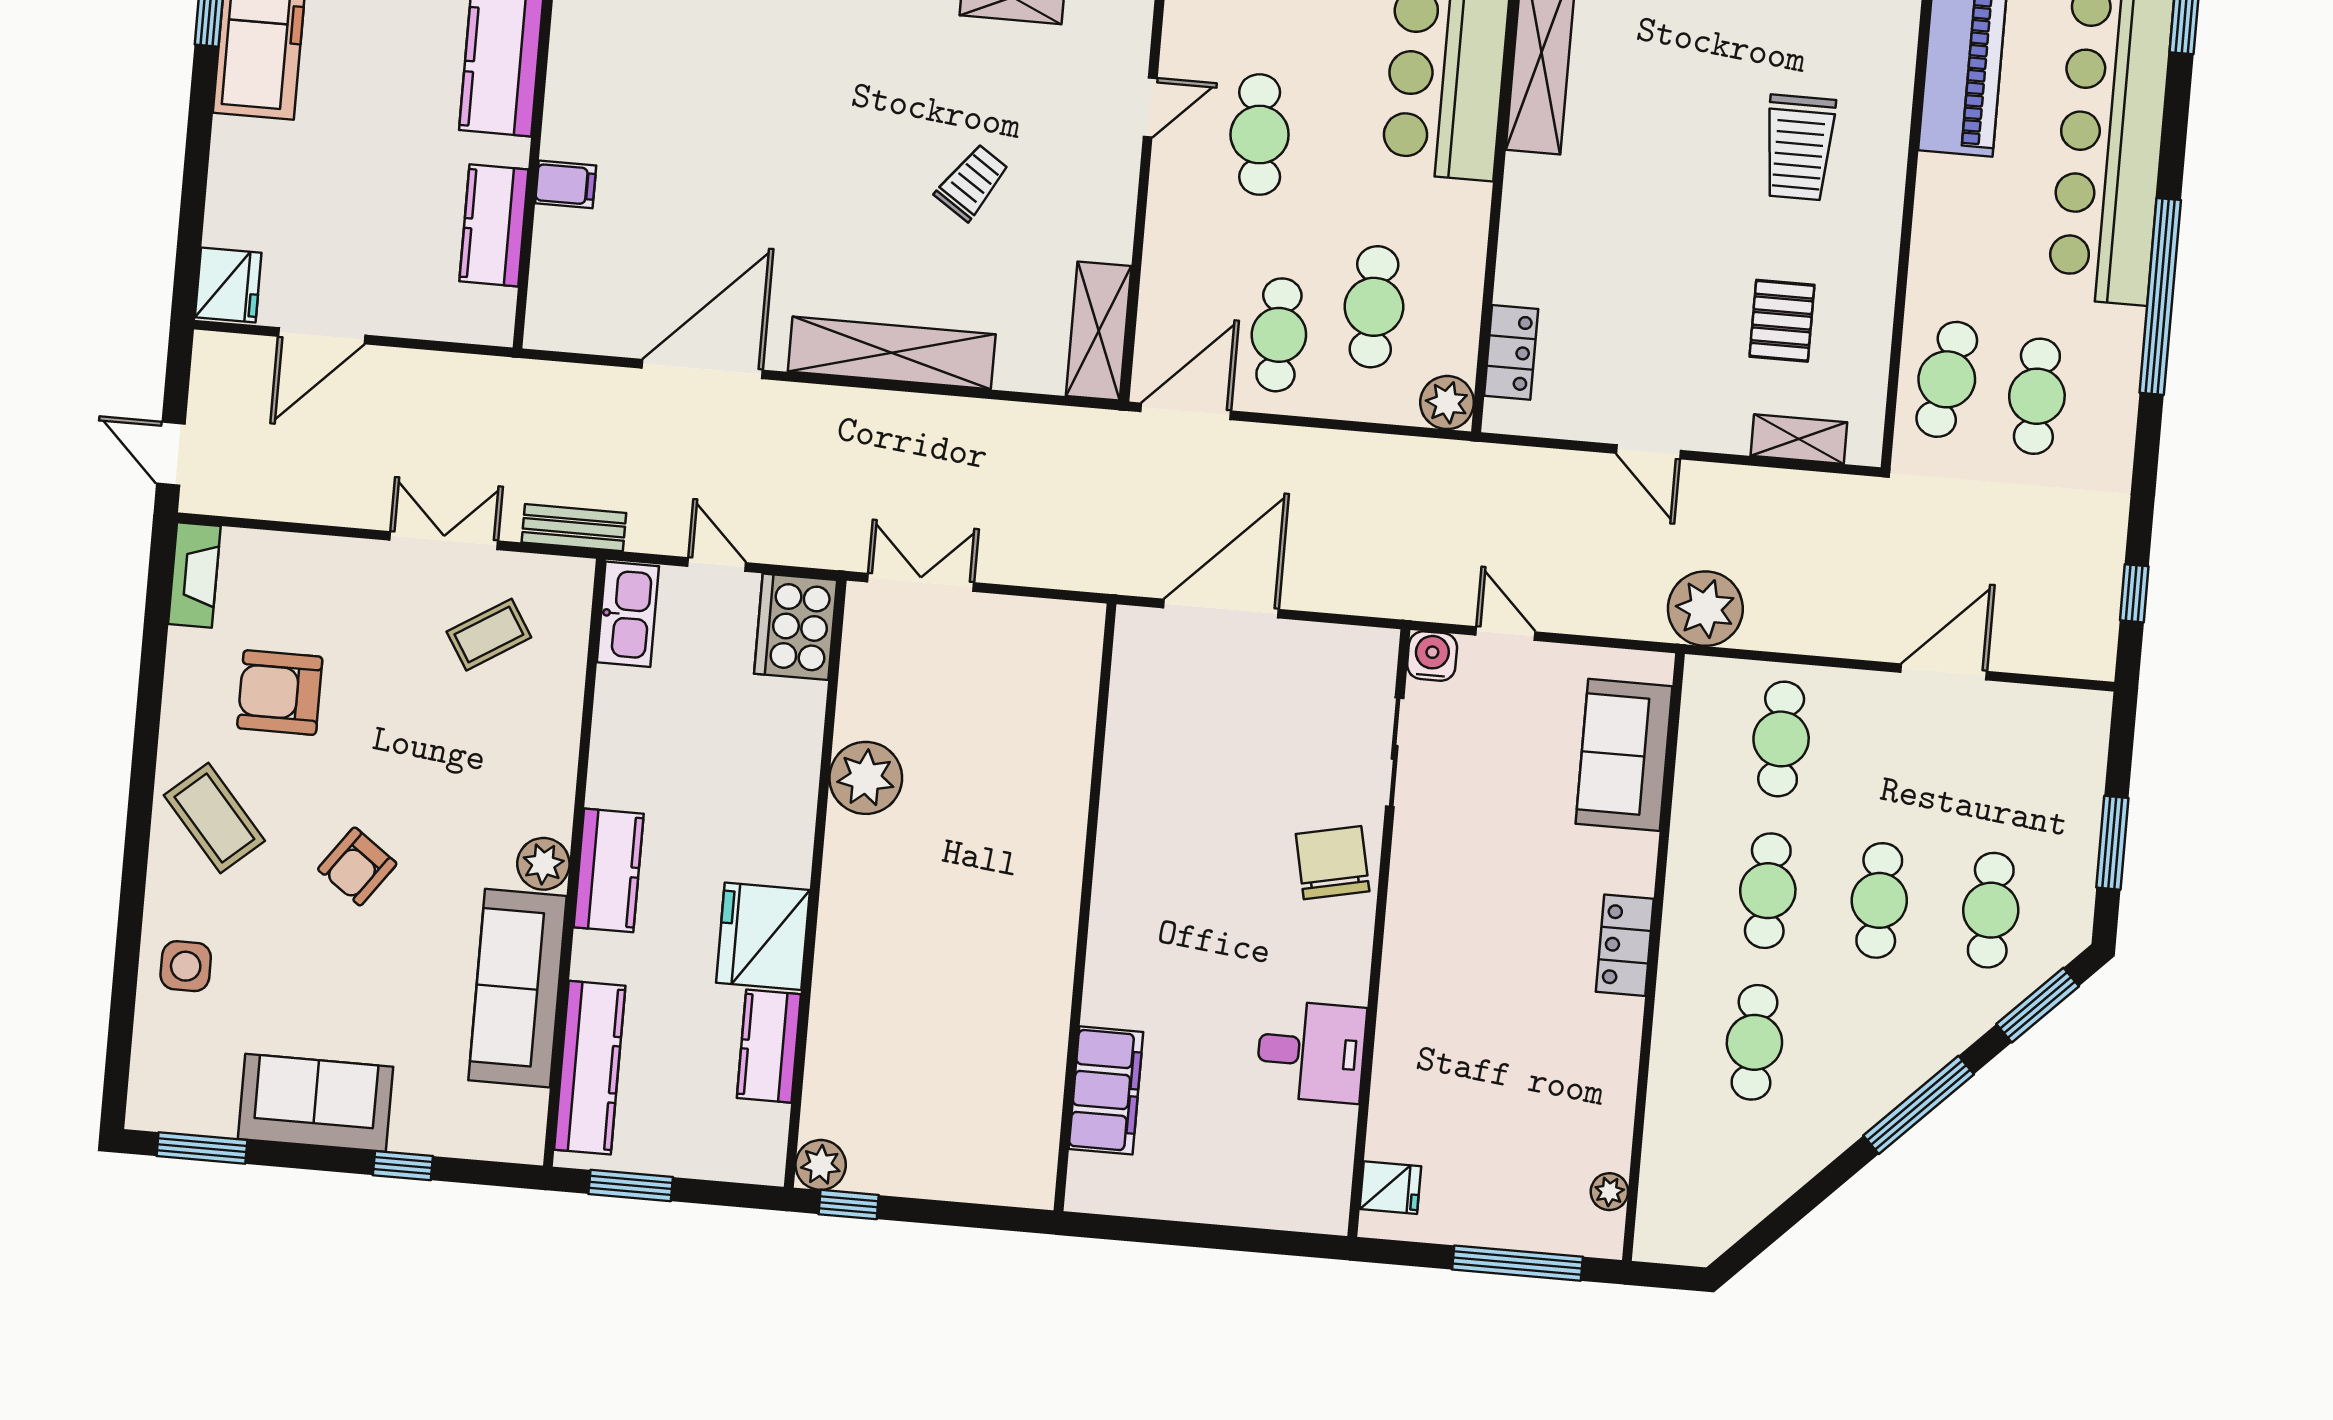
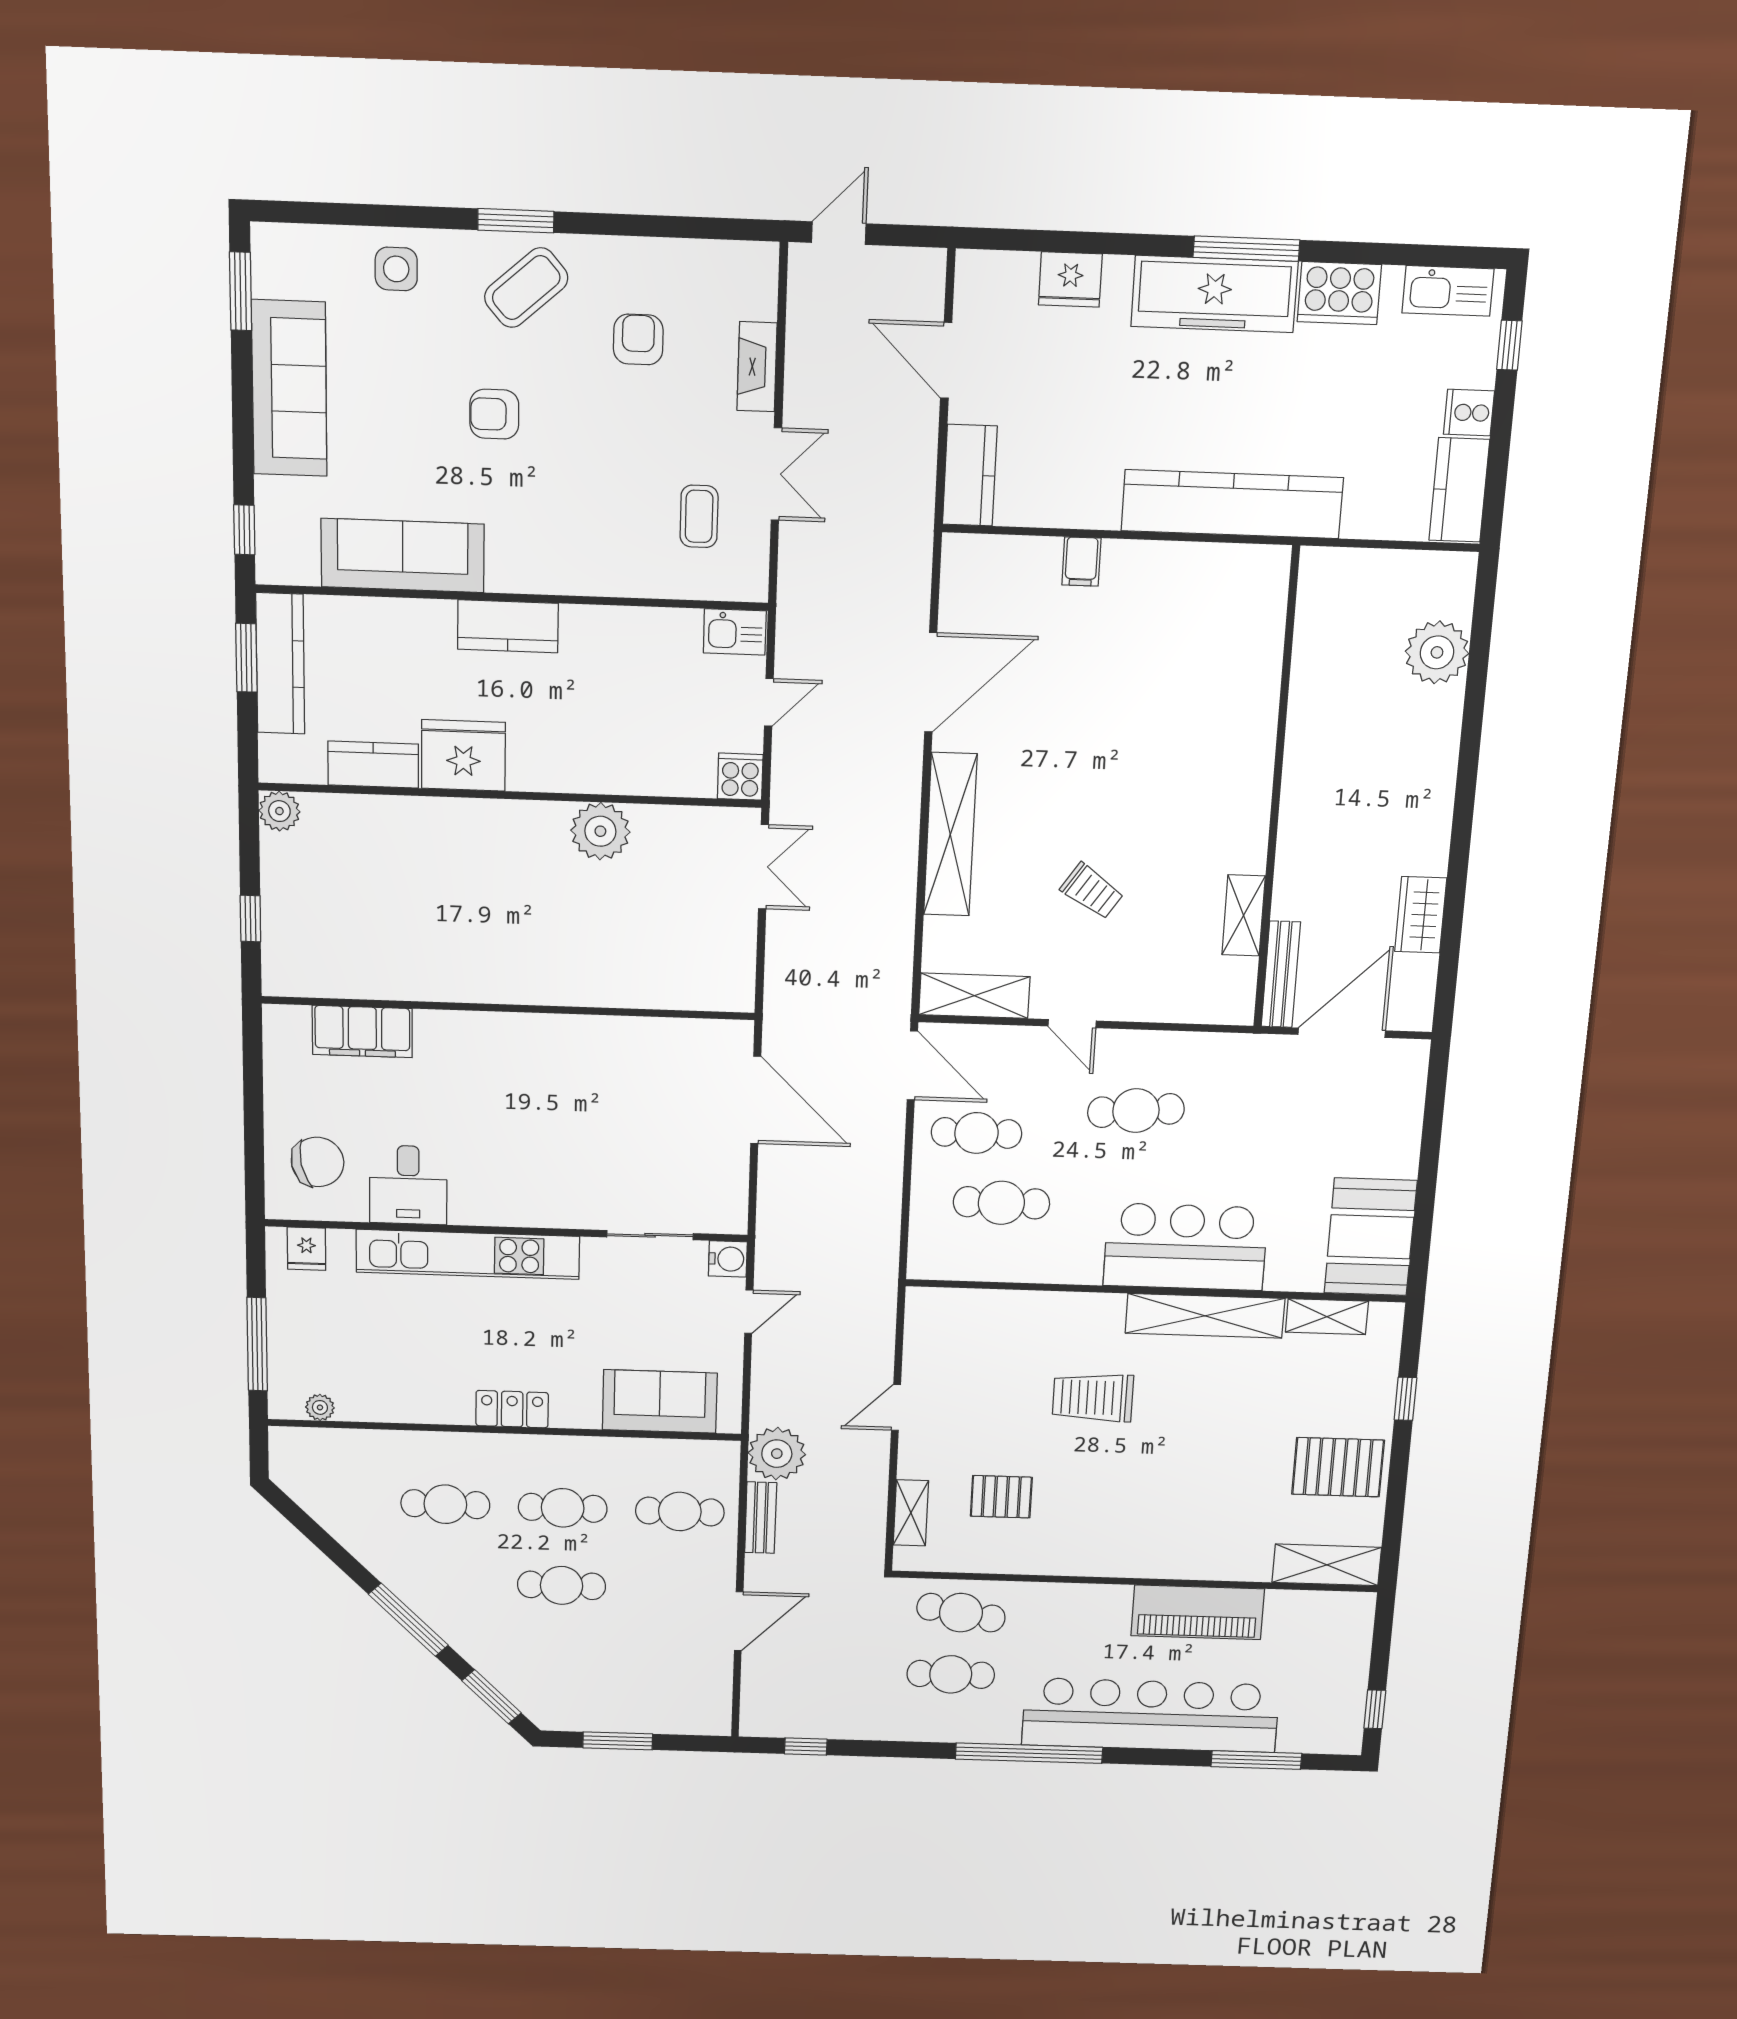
door: (1150, 107) -> (1072, 1024), moved
trolley: (1799, 148) -> (1093, 1398), moved
kitchen counter: (494, 225) -> (970, 475), moved, turned 90
fridge: (228, 285) -> (1070, 279), moved
locker: (1511, 352) -> (969, 1305), removed
door: (702, 369) -> (931, 682), hinge flipped
plant: (1447, 403) -> (928, 1260), removed
bench: (574, 528) -> (761, 1518), moved
fireplace: (194, 575) -> (757, 367), moved, turned 90
kitchen sink: (628, 614) -> (735, 632), width x0.73
cooker: (796, 627) -> (740, 777), width x0.53, depth x0.76
coffee table: (489, 635) -> (699, 516), turned 32
door: (1944, 672) -> (739, 1621), hinge flipped
armchair: (280, 693) -> (638, 339), width x0.72, depth x0.72
window: (139, 824) -> (516, 221), added
chair: (1333, 863) -> (318, 1162), moved
plant: (543, 864) -> (509, 572), removed
armchair: (357, 866) -> (494, 414), turned -36
cafe table: (1991, 910) -> (560, 1662), removed
kitchen unit: (1408, 984) -> (468, 1254), added
kitchen counter: (590, 1068) -> (280, 664), moved, turned -90
sofa: (316, 1103) -> (289, 388), width x1.36
window: (403, 1166) -> (244, 530), moved
window: (849, 1205) -> (250, 919), moved

